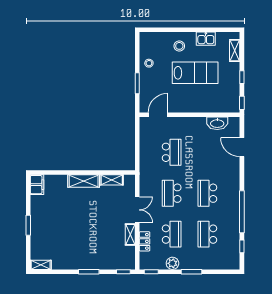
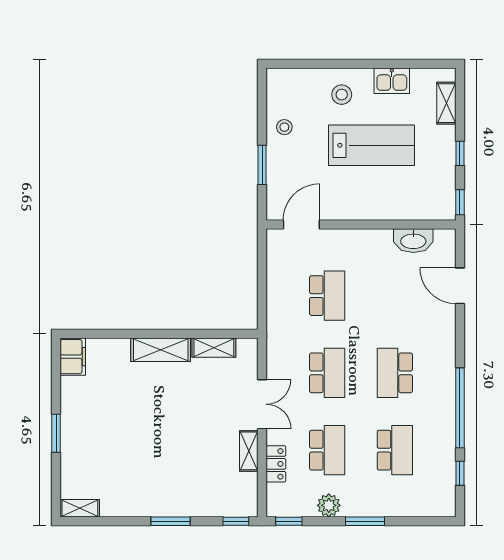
school desk: (172, 193) -> (327, 373), turned 180
school desk: (207, 234) -> (395, 450), turned 180

